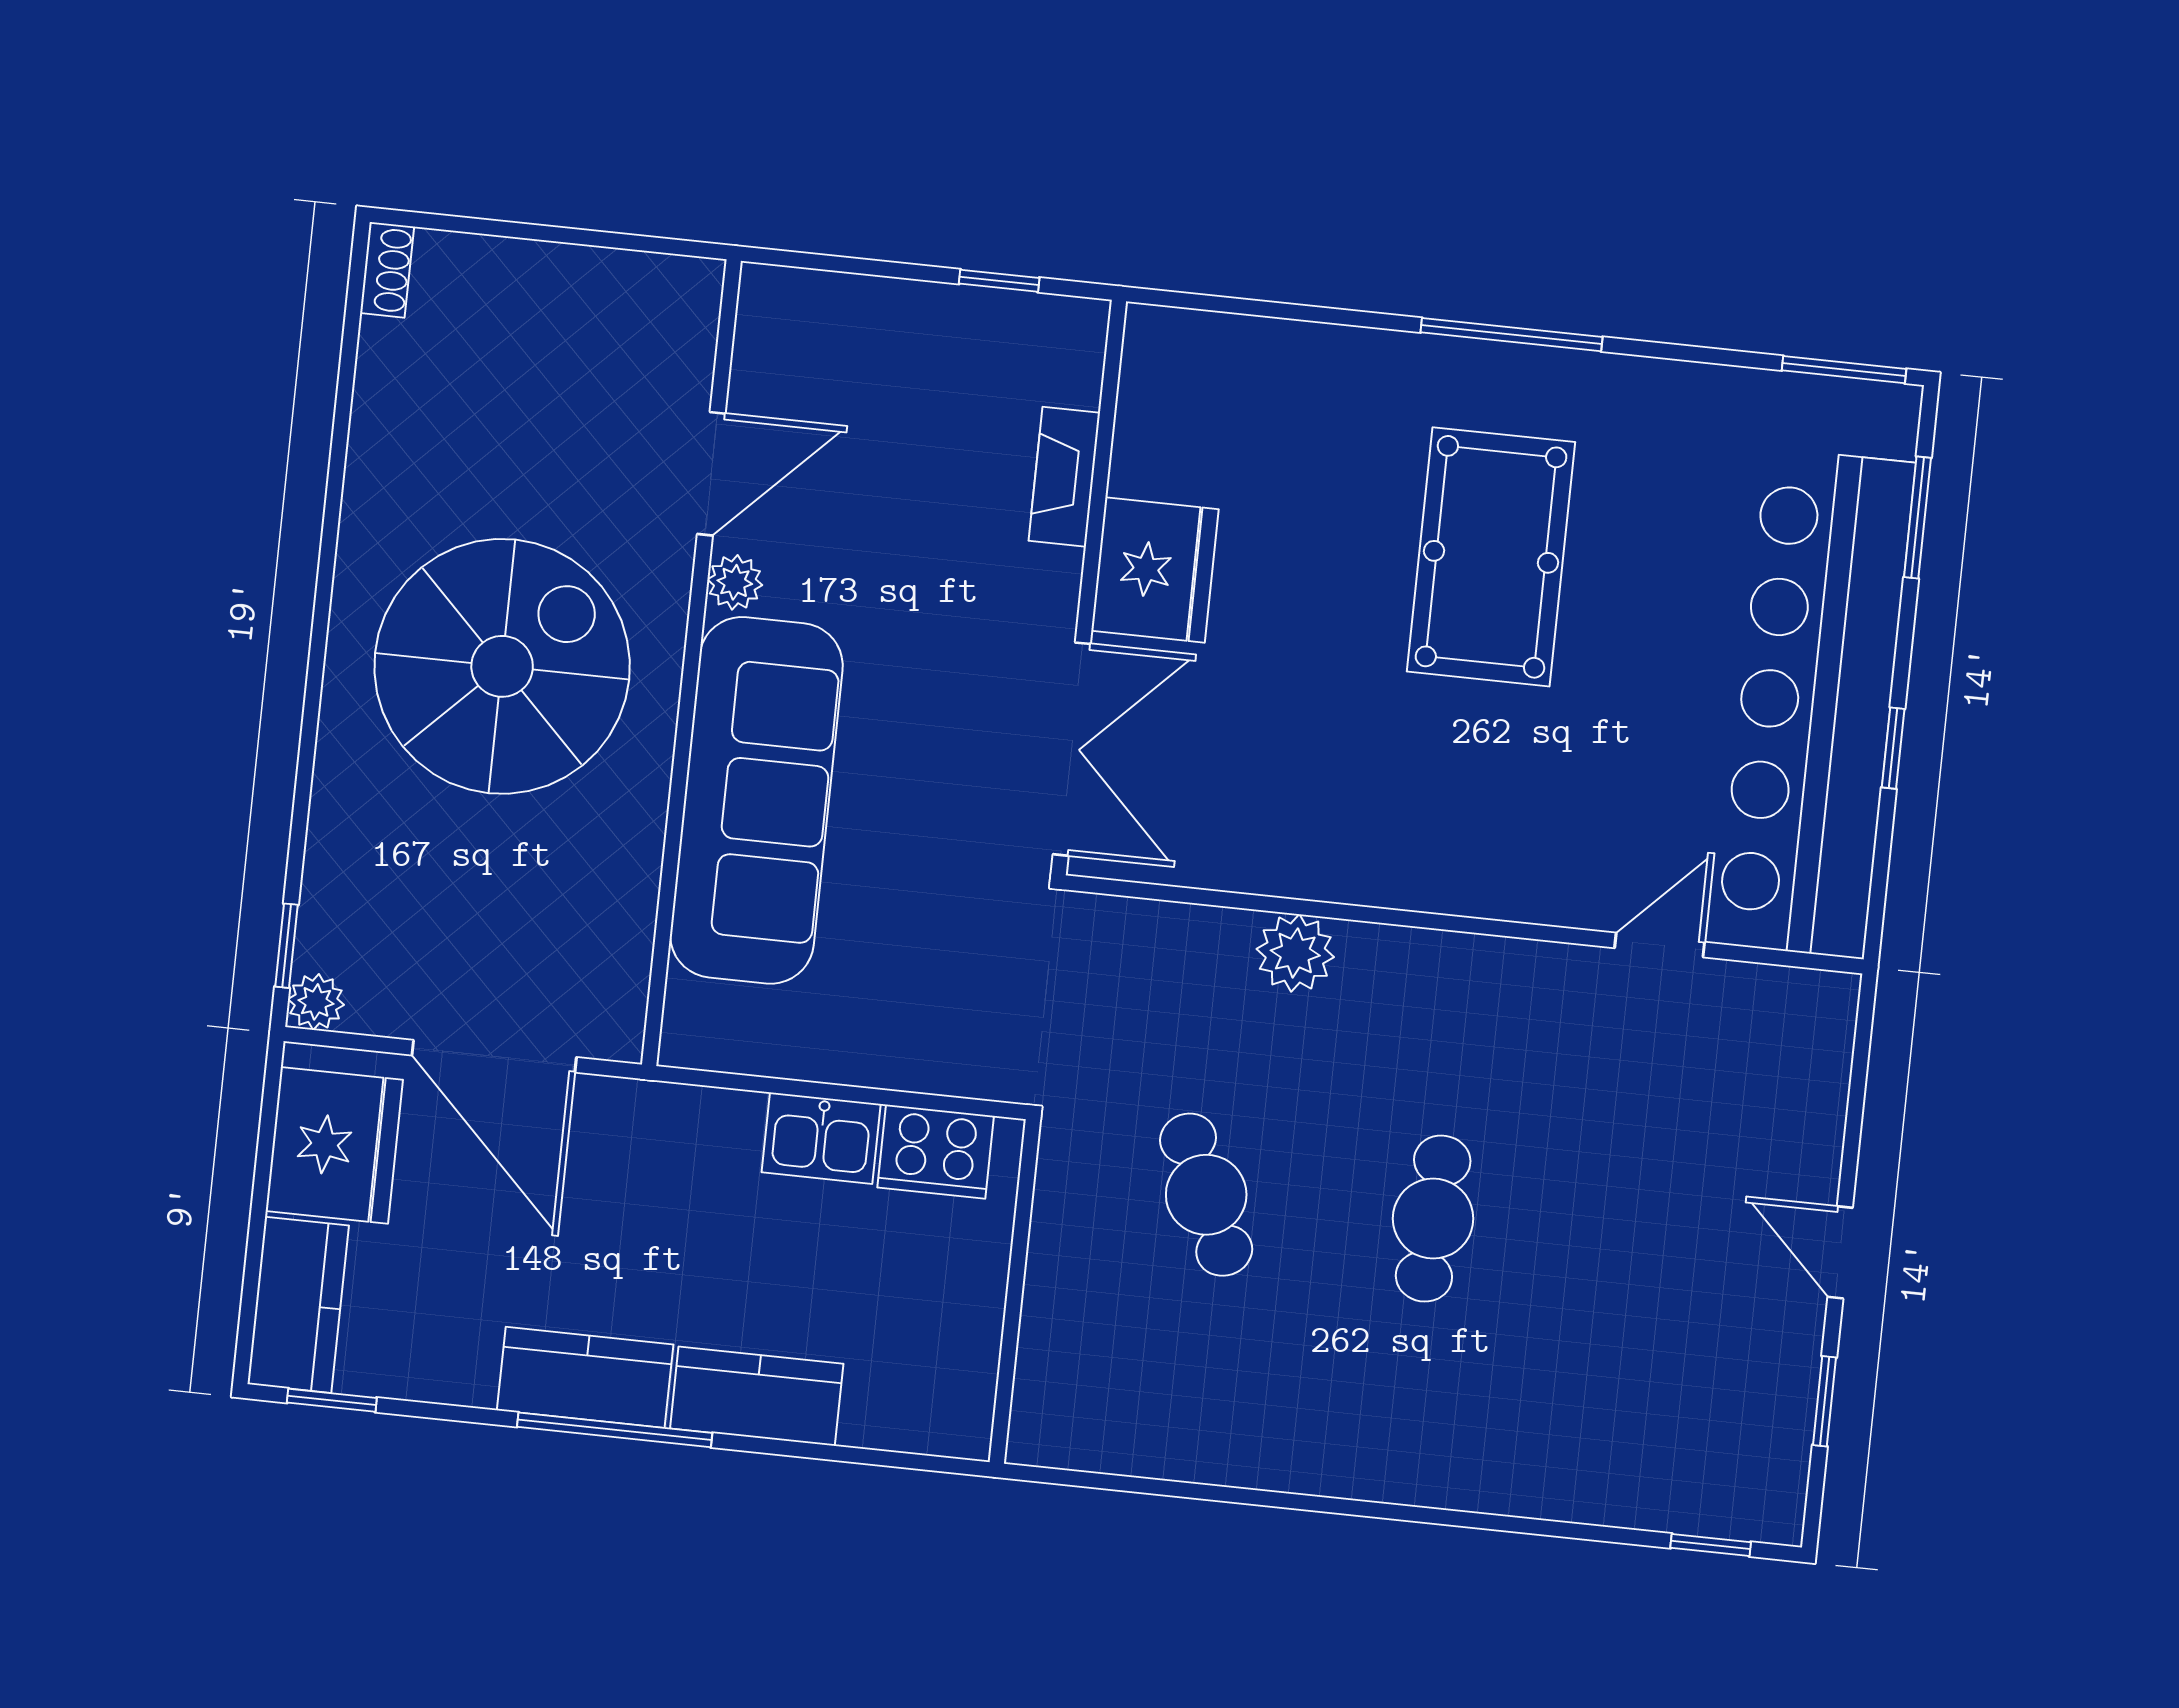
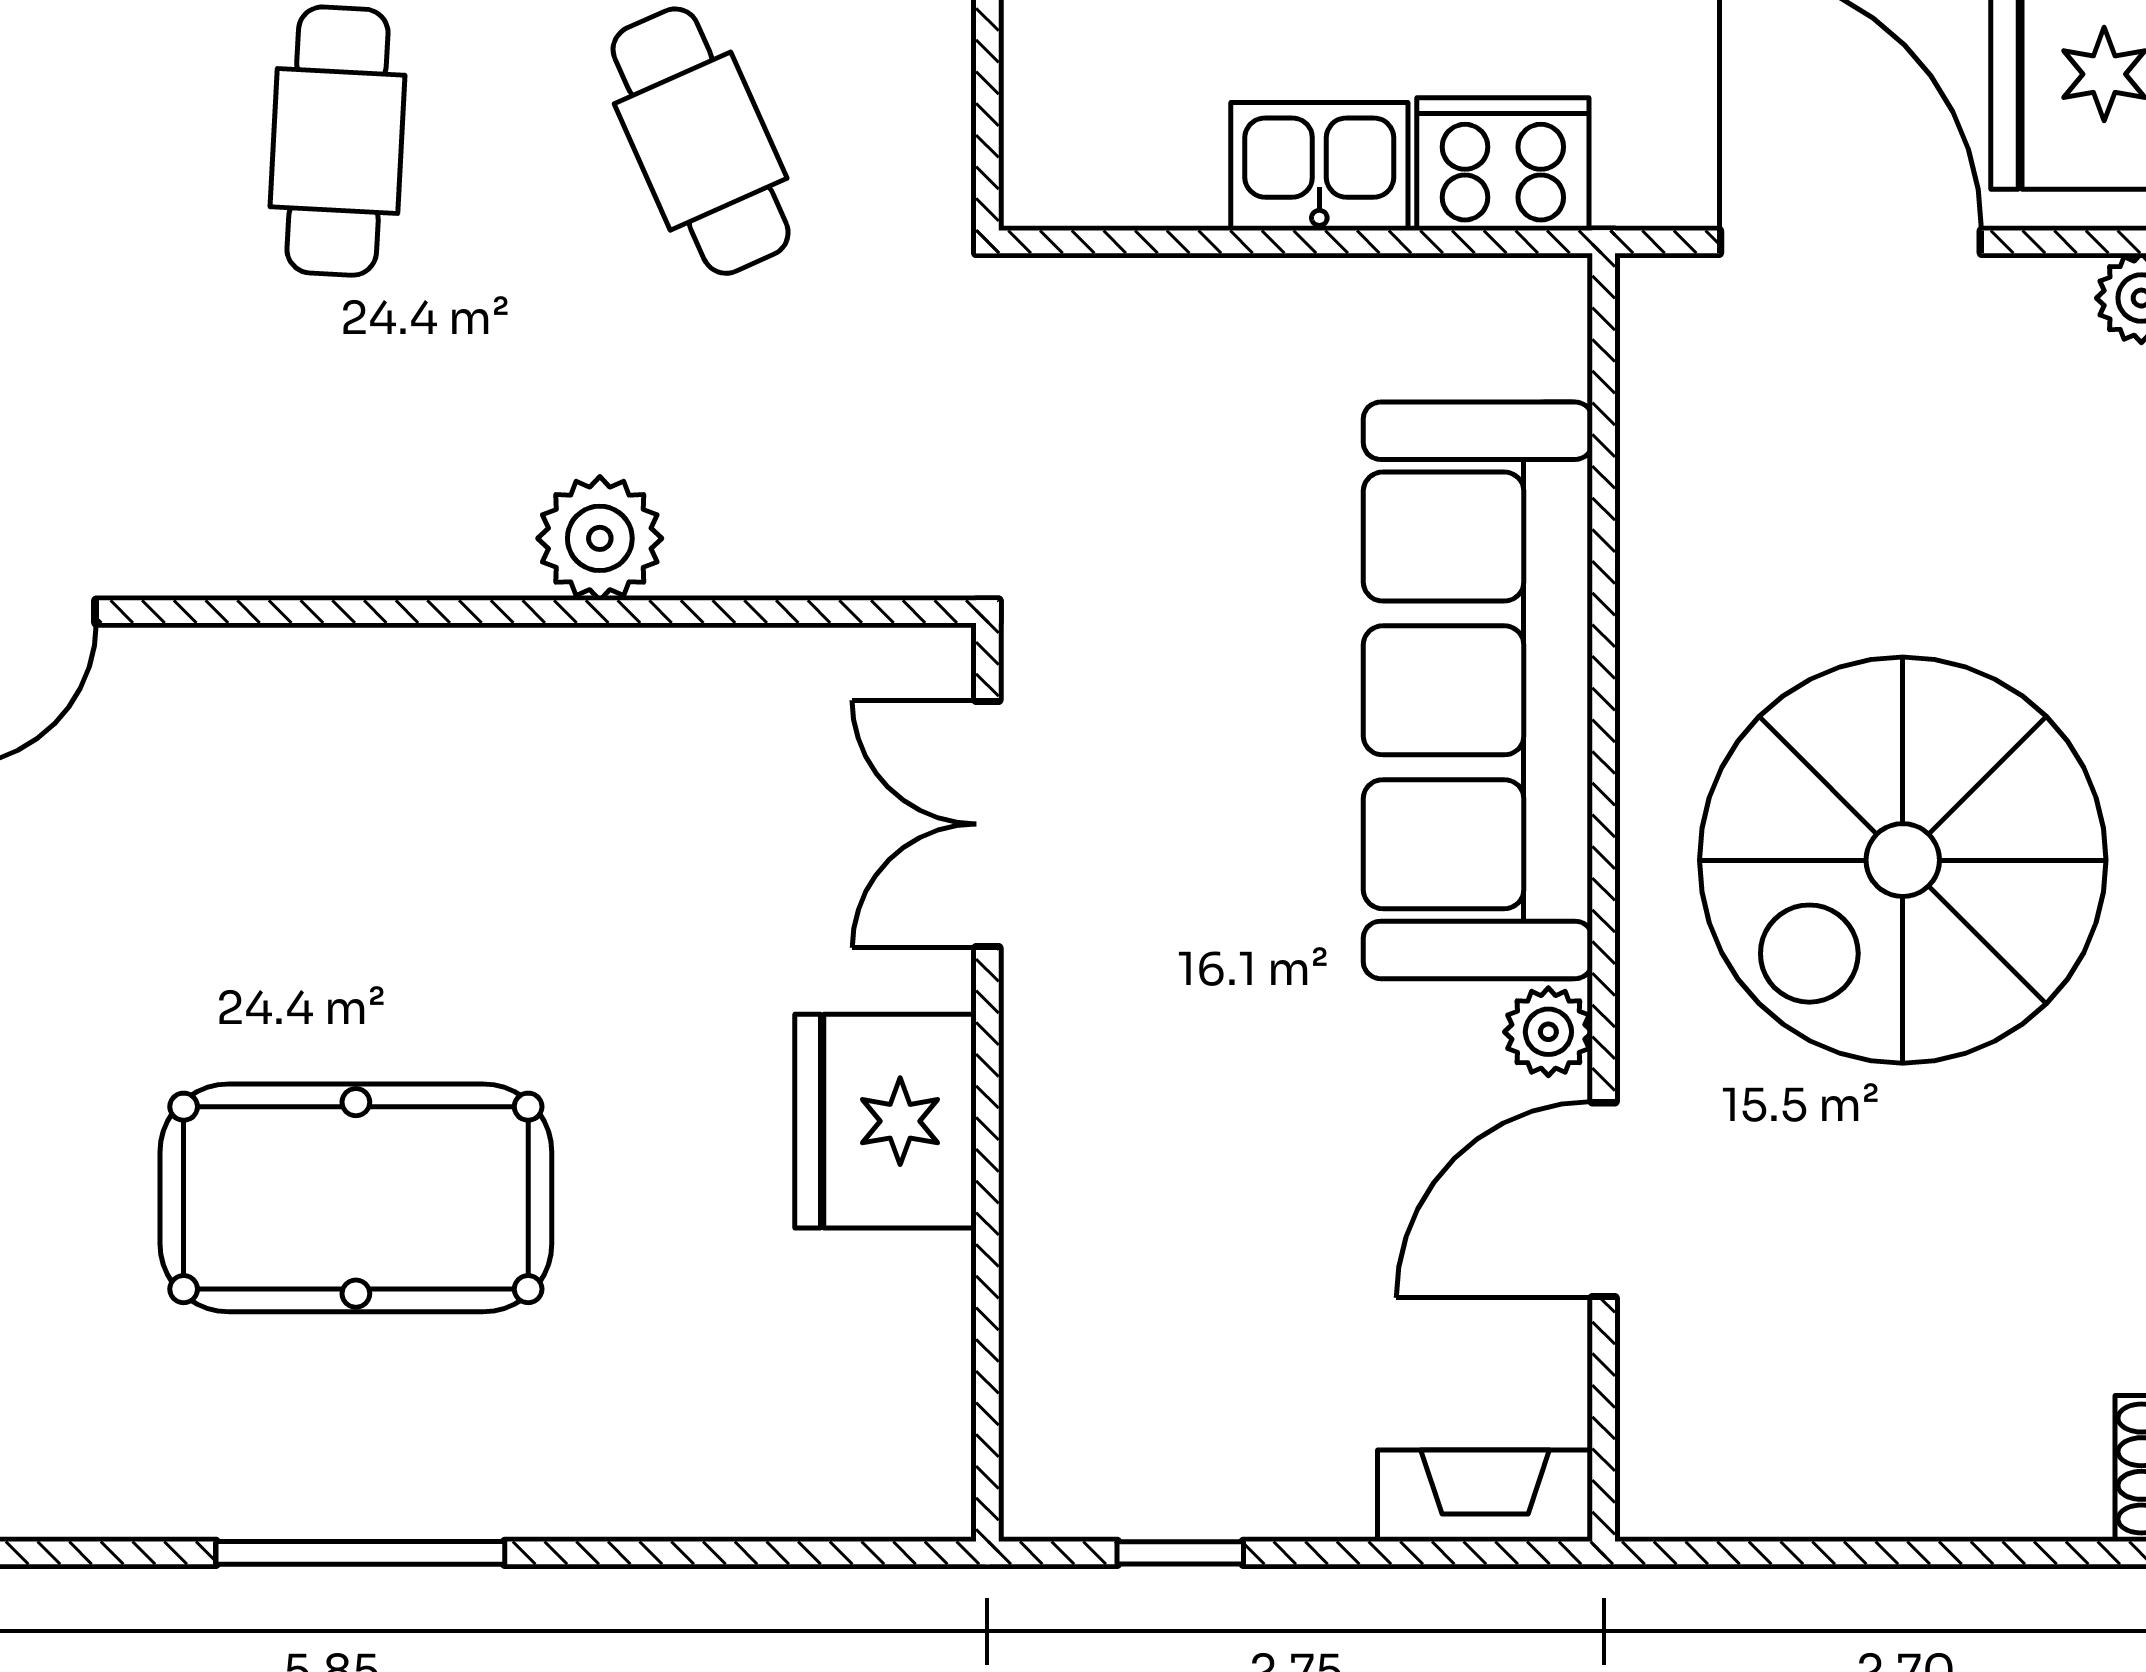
fireplace: (1064, 477) -> (1485, 1496), moved, turned -90
pool table: (1491, 557) -> (356, 1198), turned 90
double door: (1072, 749) -> (987, 824), width x0.73
cooker: (936, 1152) -> (1503, 164), moved

